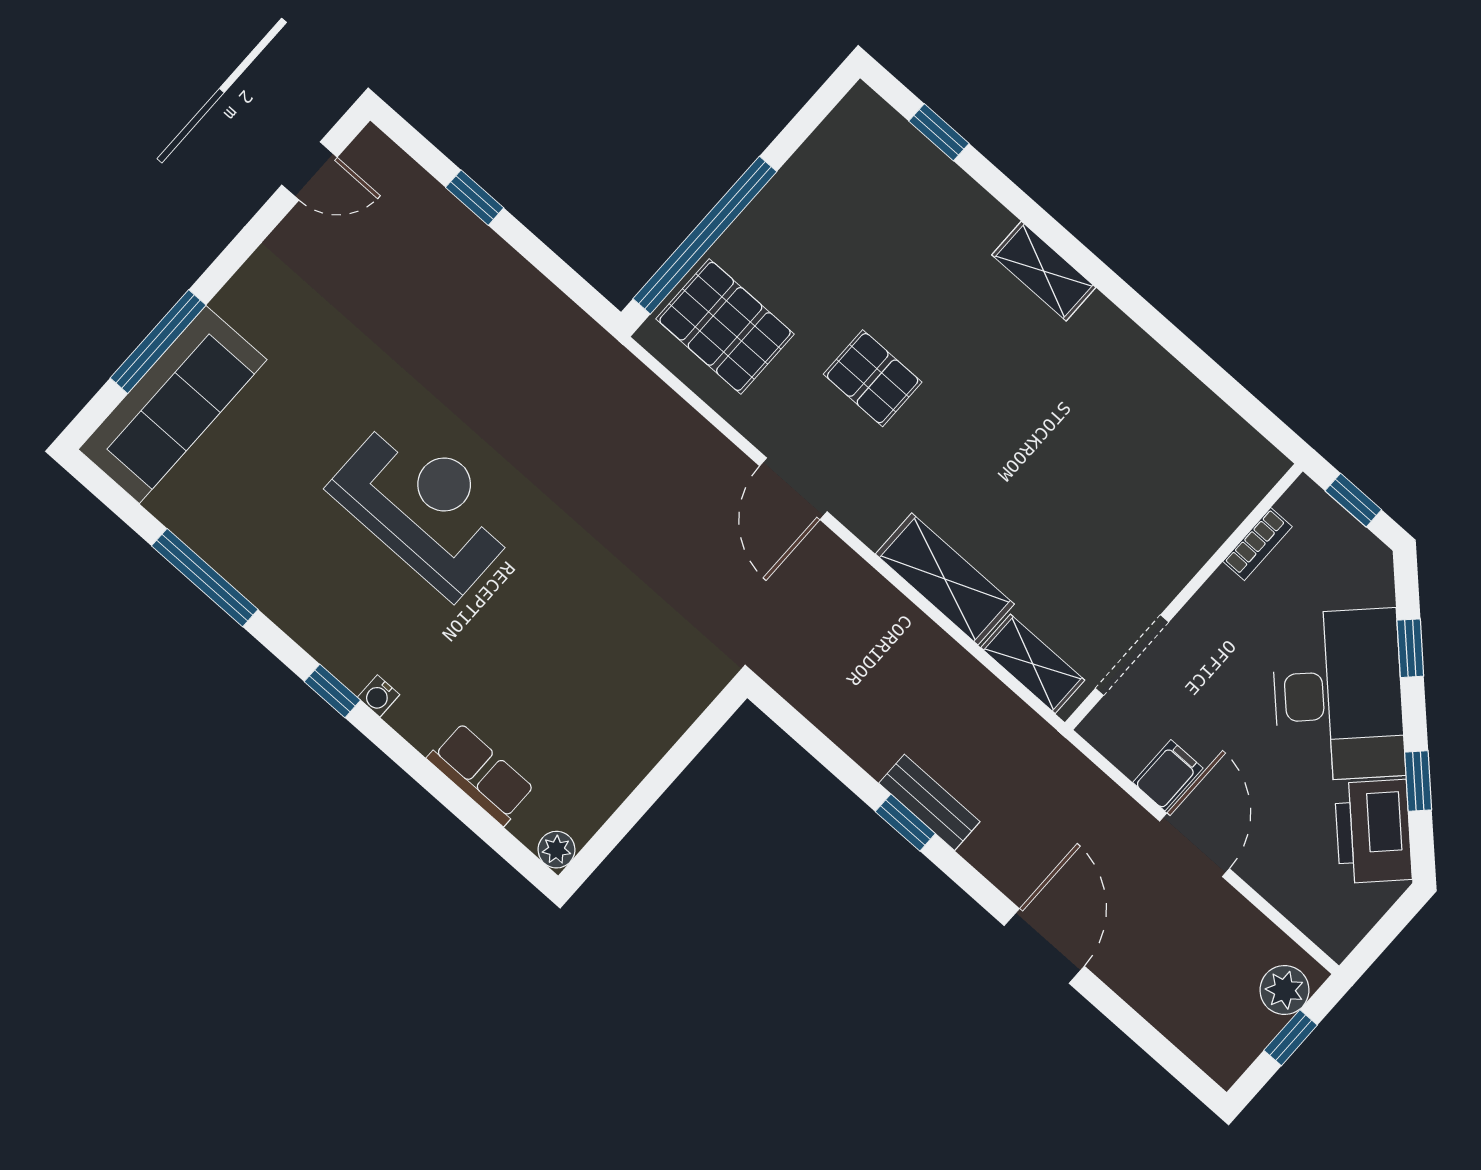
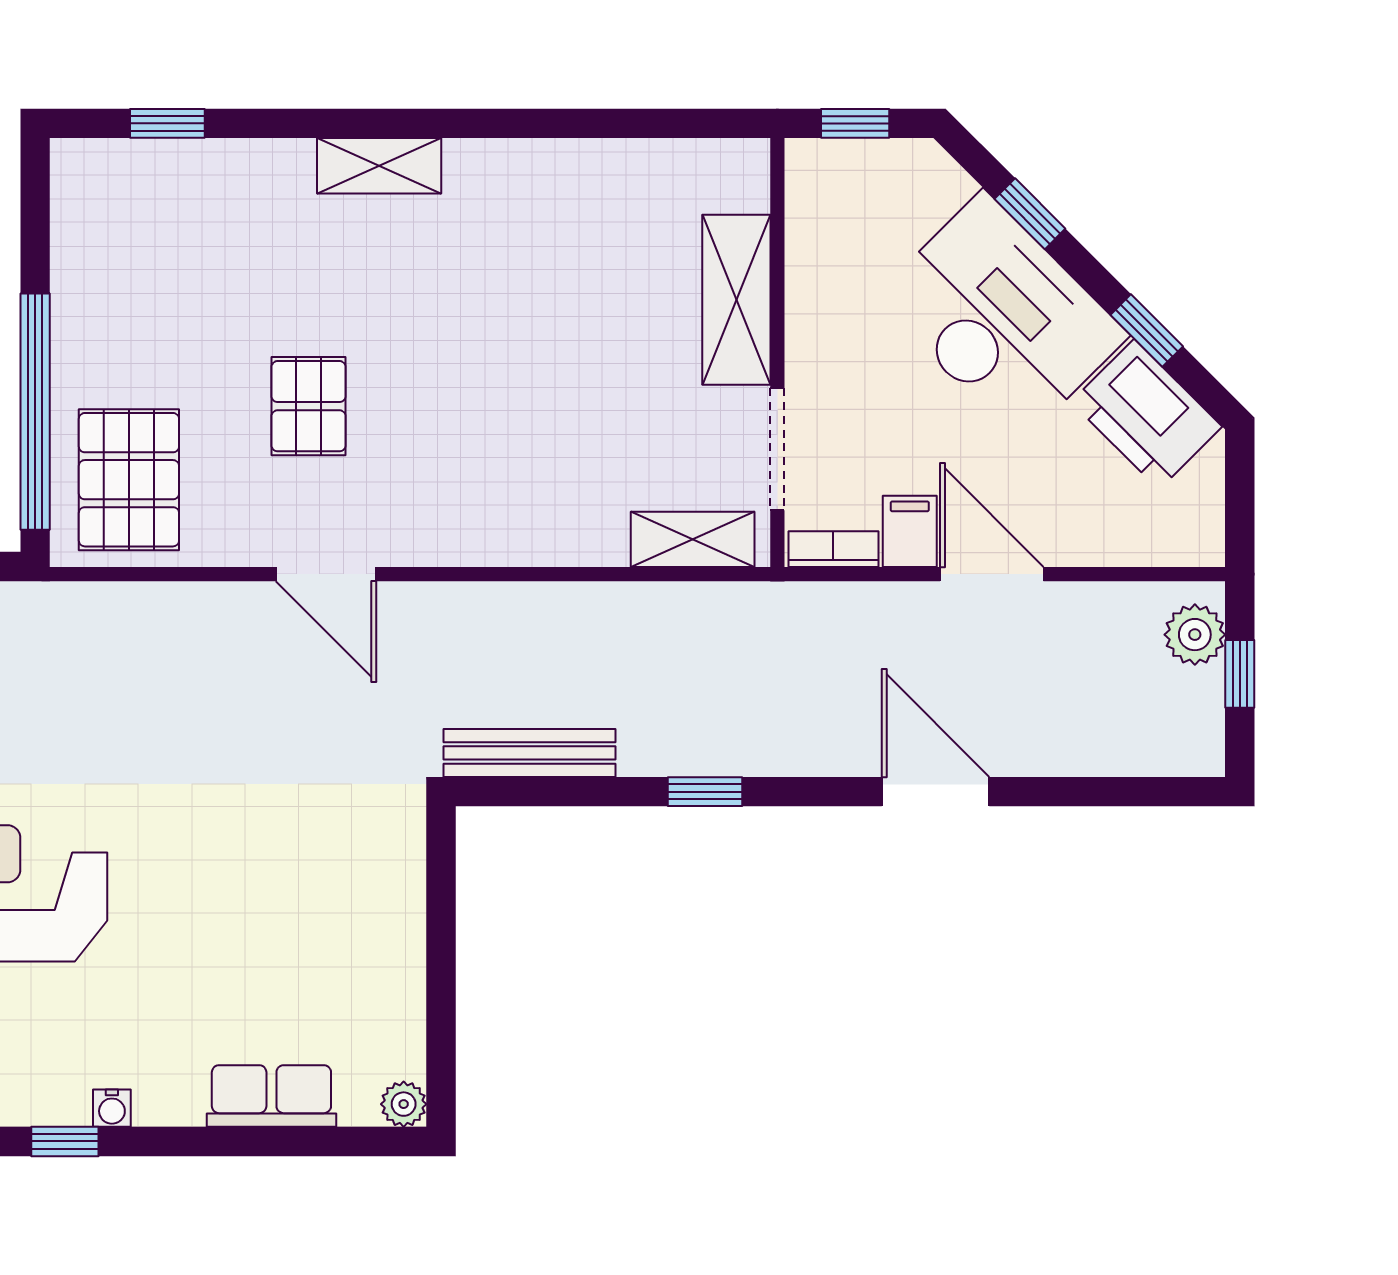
pallet: (725, 326) -> (129, 480), turned 90
pallet: (873, 378) -> (309, 406), turned 90
bookcase: (1258, 544) -> (833, 549), moved, turned -90
shelving: (945, 579) -> (736, 300), moved, turned 90
bench: (929, 802) -> (530, 753), moved, width x1.36

